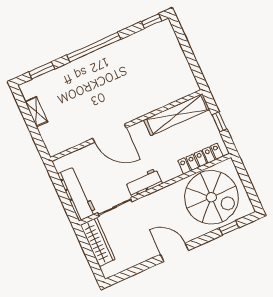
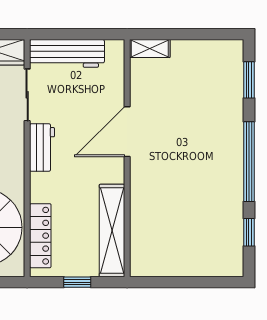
window: (152, 21) -> (249, 232), moved
shelving: (36, 112) -> (150, 48), moved

